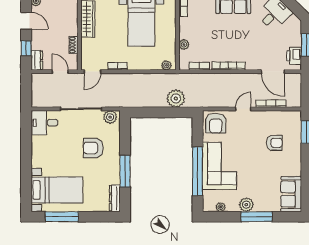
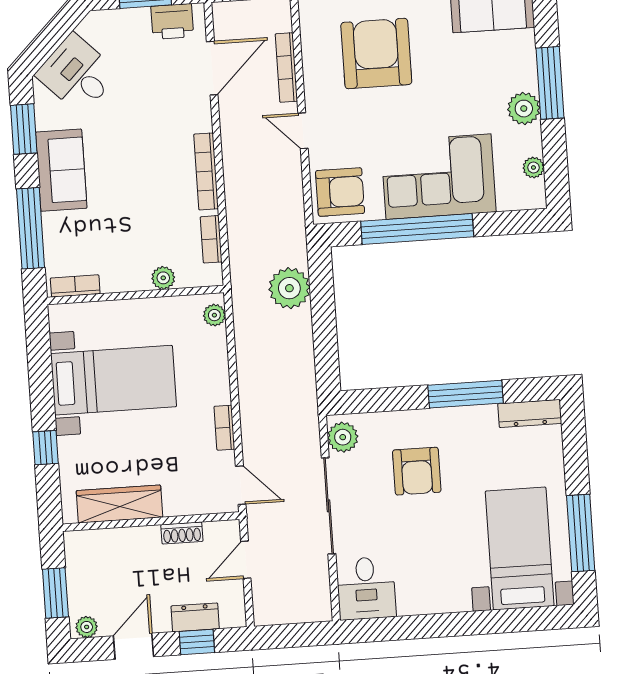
dresser: (37, 60) -> (195, 617), moved
armchair: (274, 143) -> (376, 53), width x1.88, depth x1.88
window: (198, 171) -> (417, 229), moved

